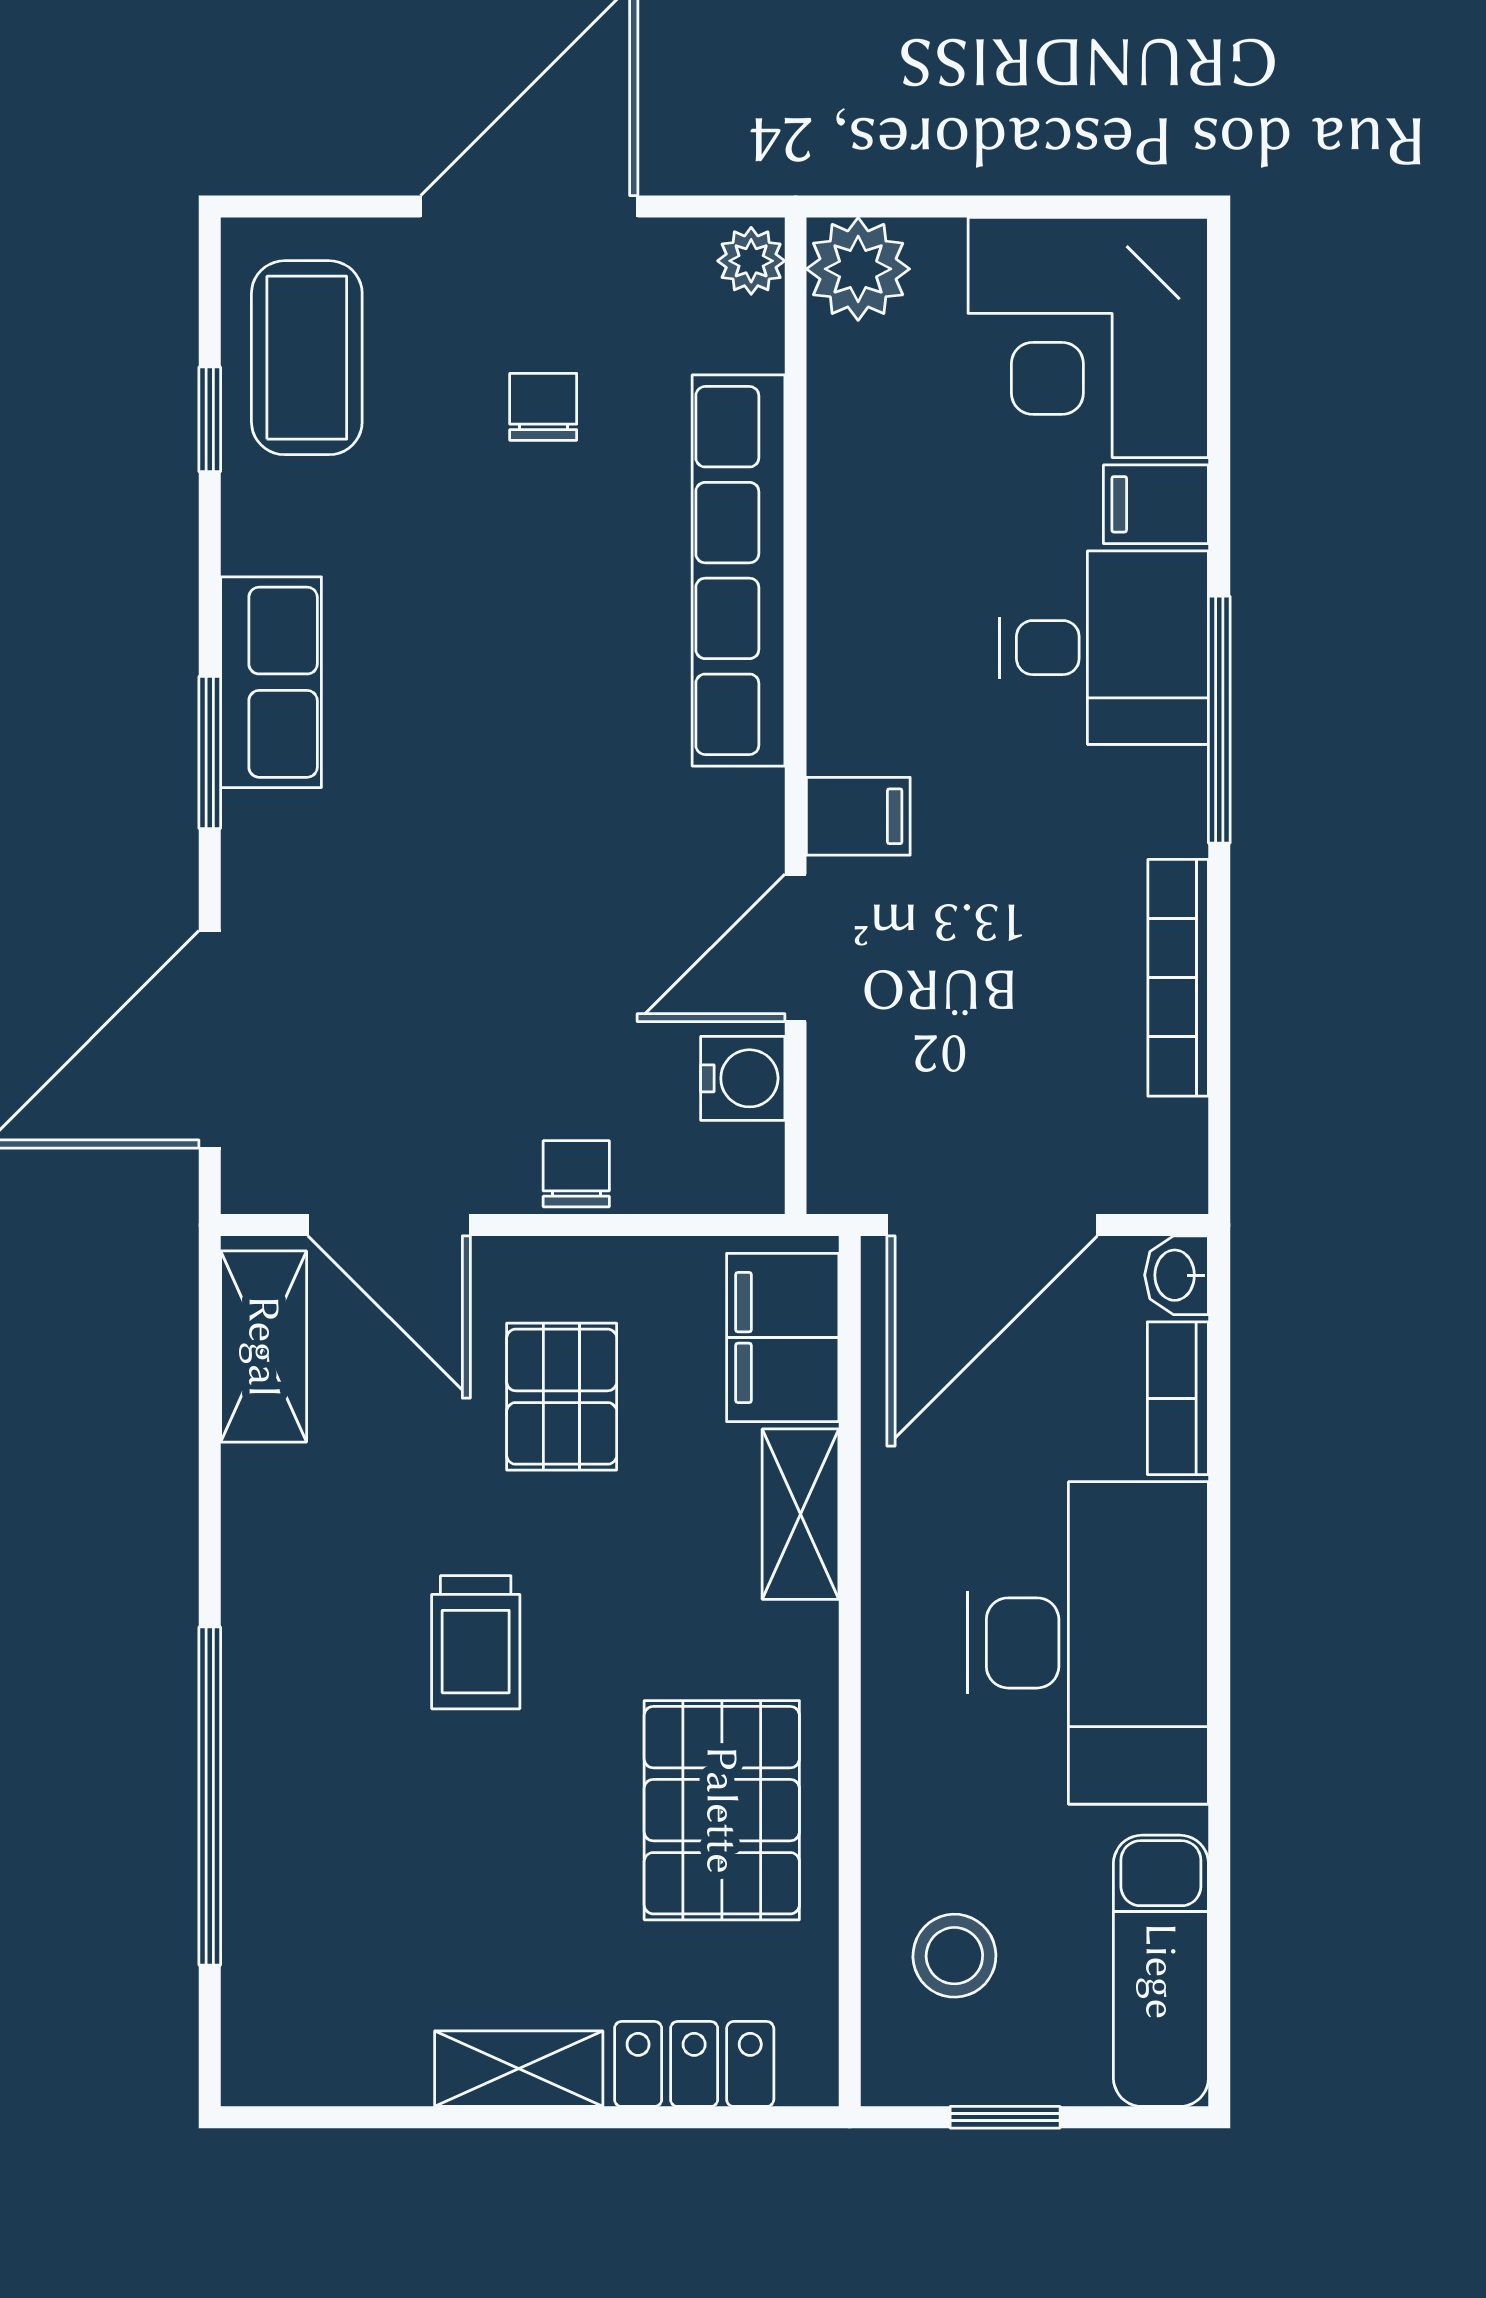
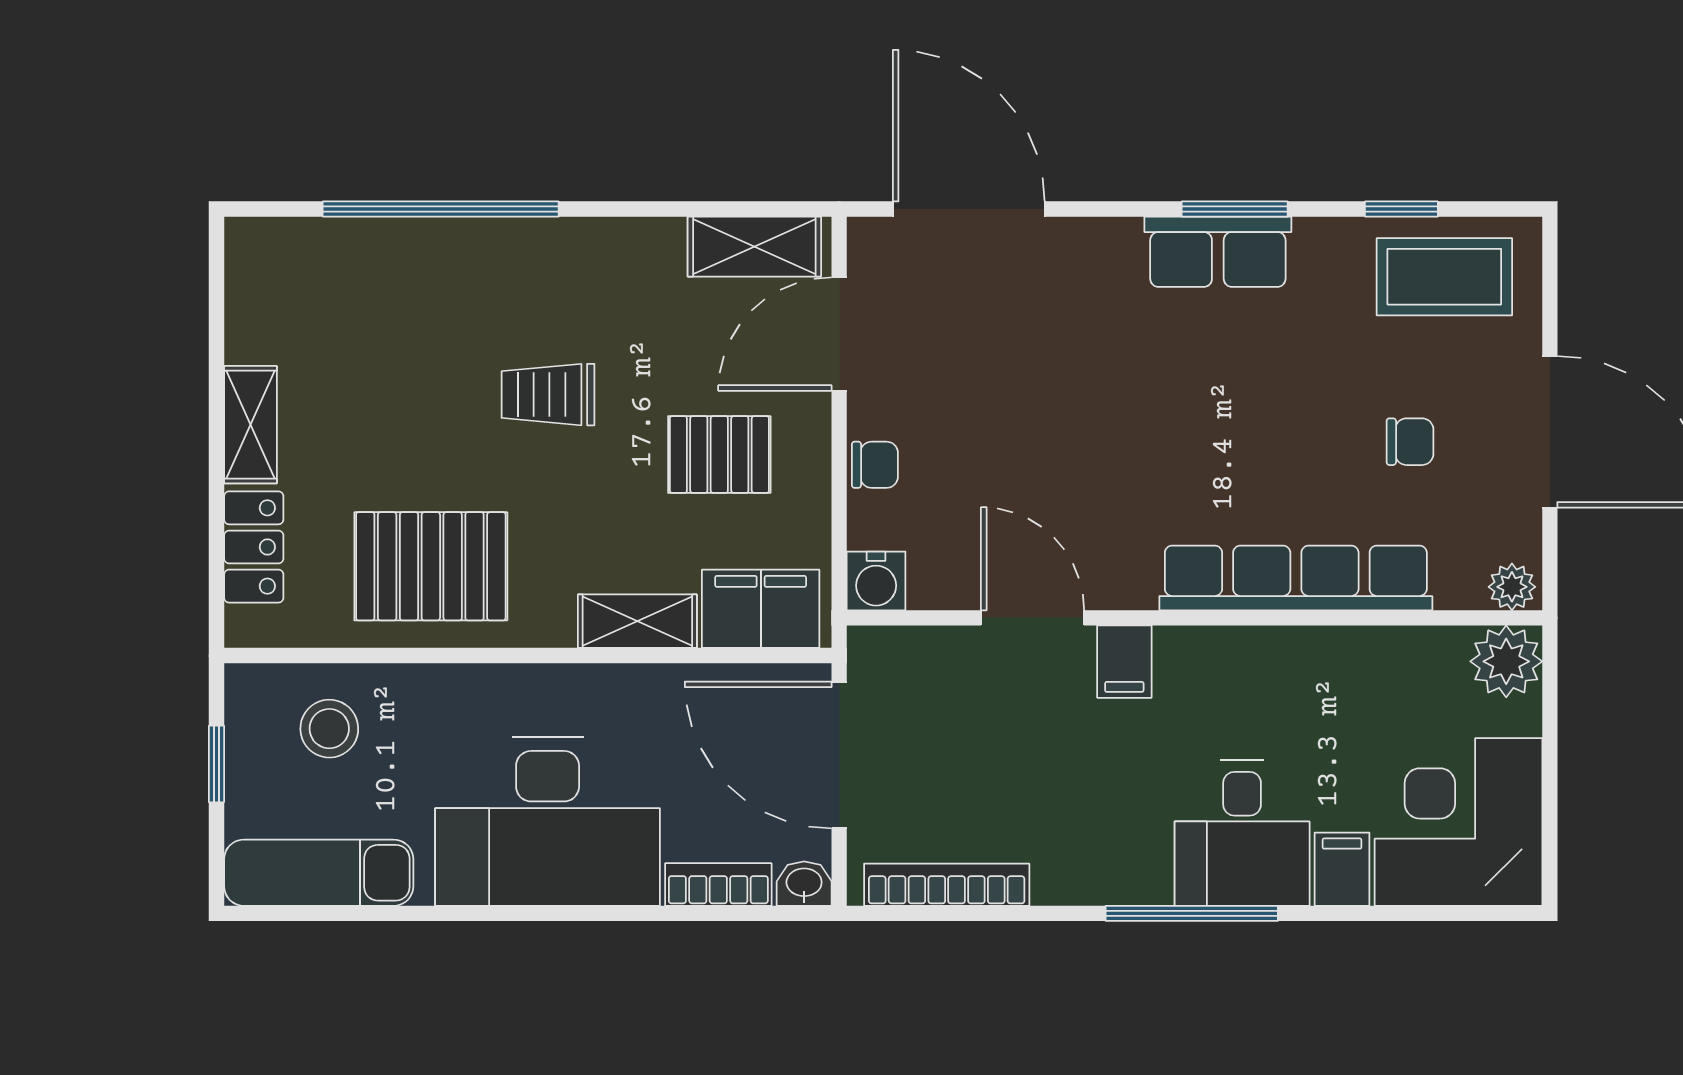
window: (210, 752) -> (1235, 209), moved
bookcase: (1178, 978) -> (947, 885), moved
water cooler: (743, 1078) -> (876, 581), moved

